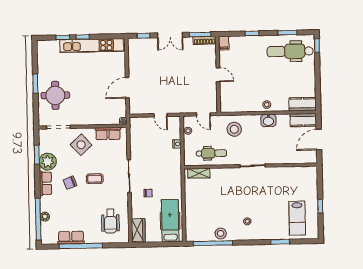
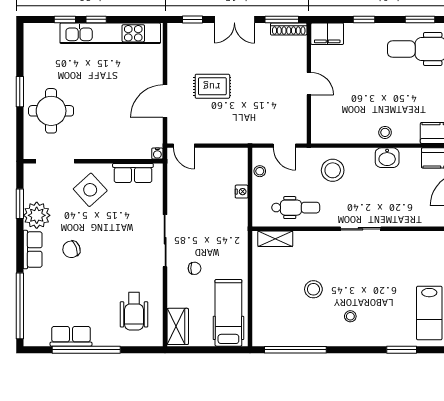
filing cabinet: (224, 43) -> (327, 34), width x2.00
rug: (157, 78) -> (212, 86), added
door: (161, 115) -> (184, 146), moved
coffee table: (95, 179) -> (111, 244), removed
plant: (45, 217) -> (31, 302), removed
stool: (221, 233) -> (313, 289), moved

